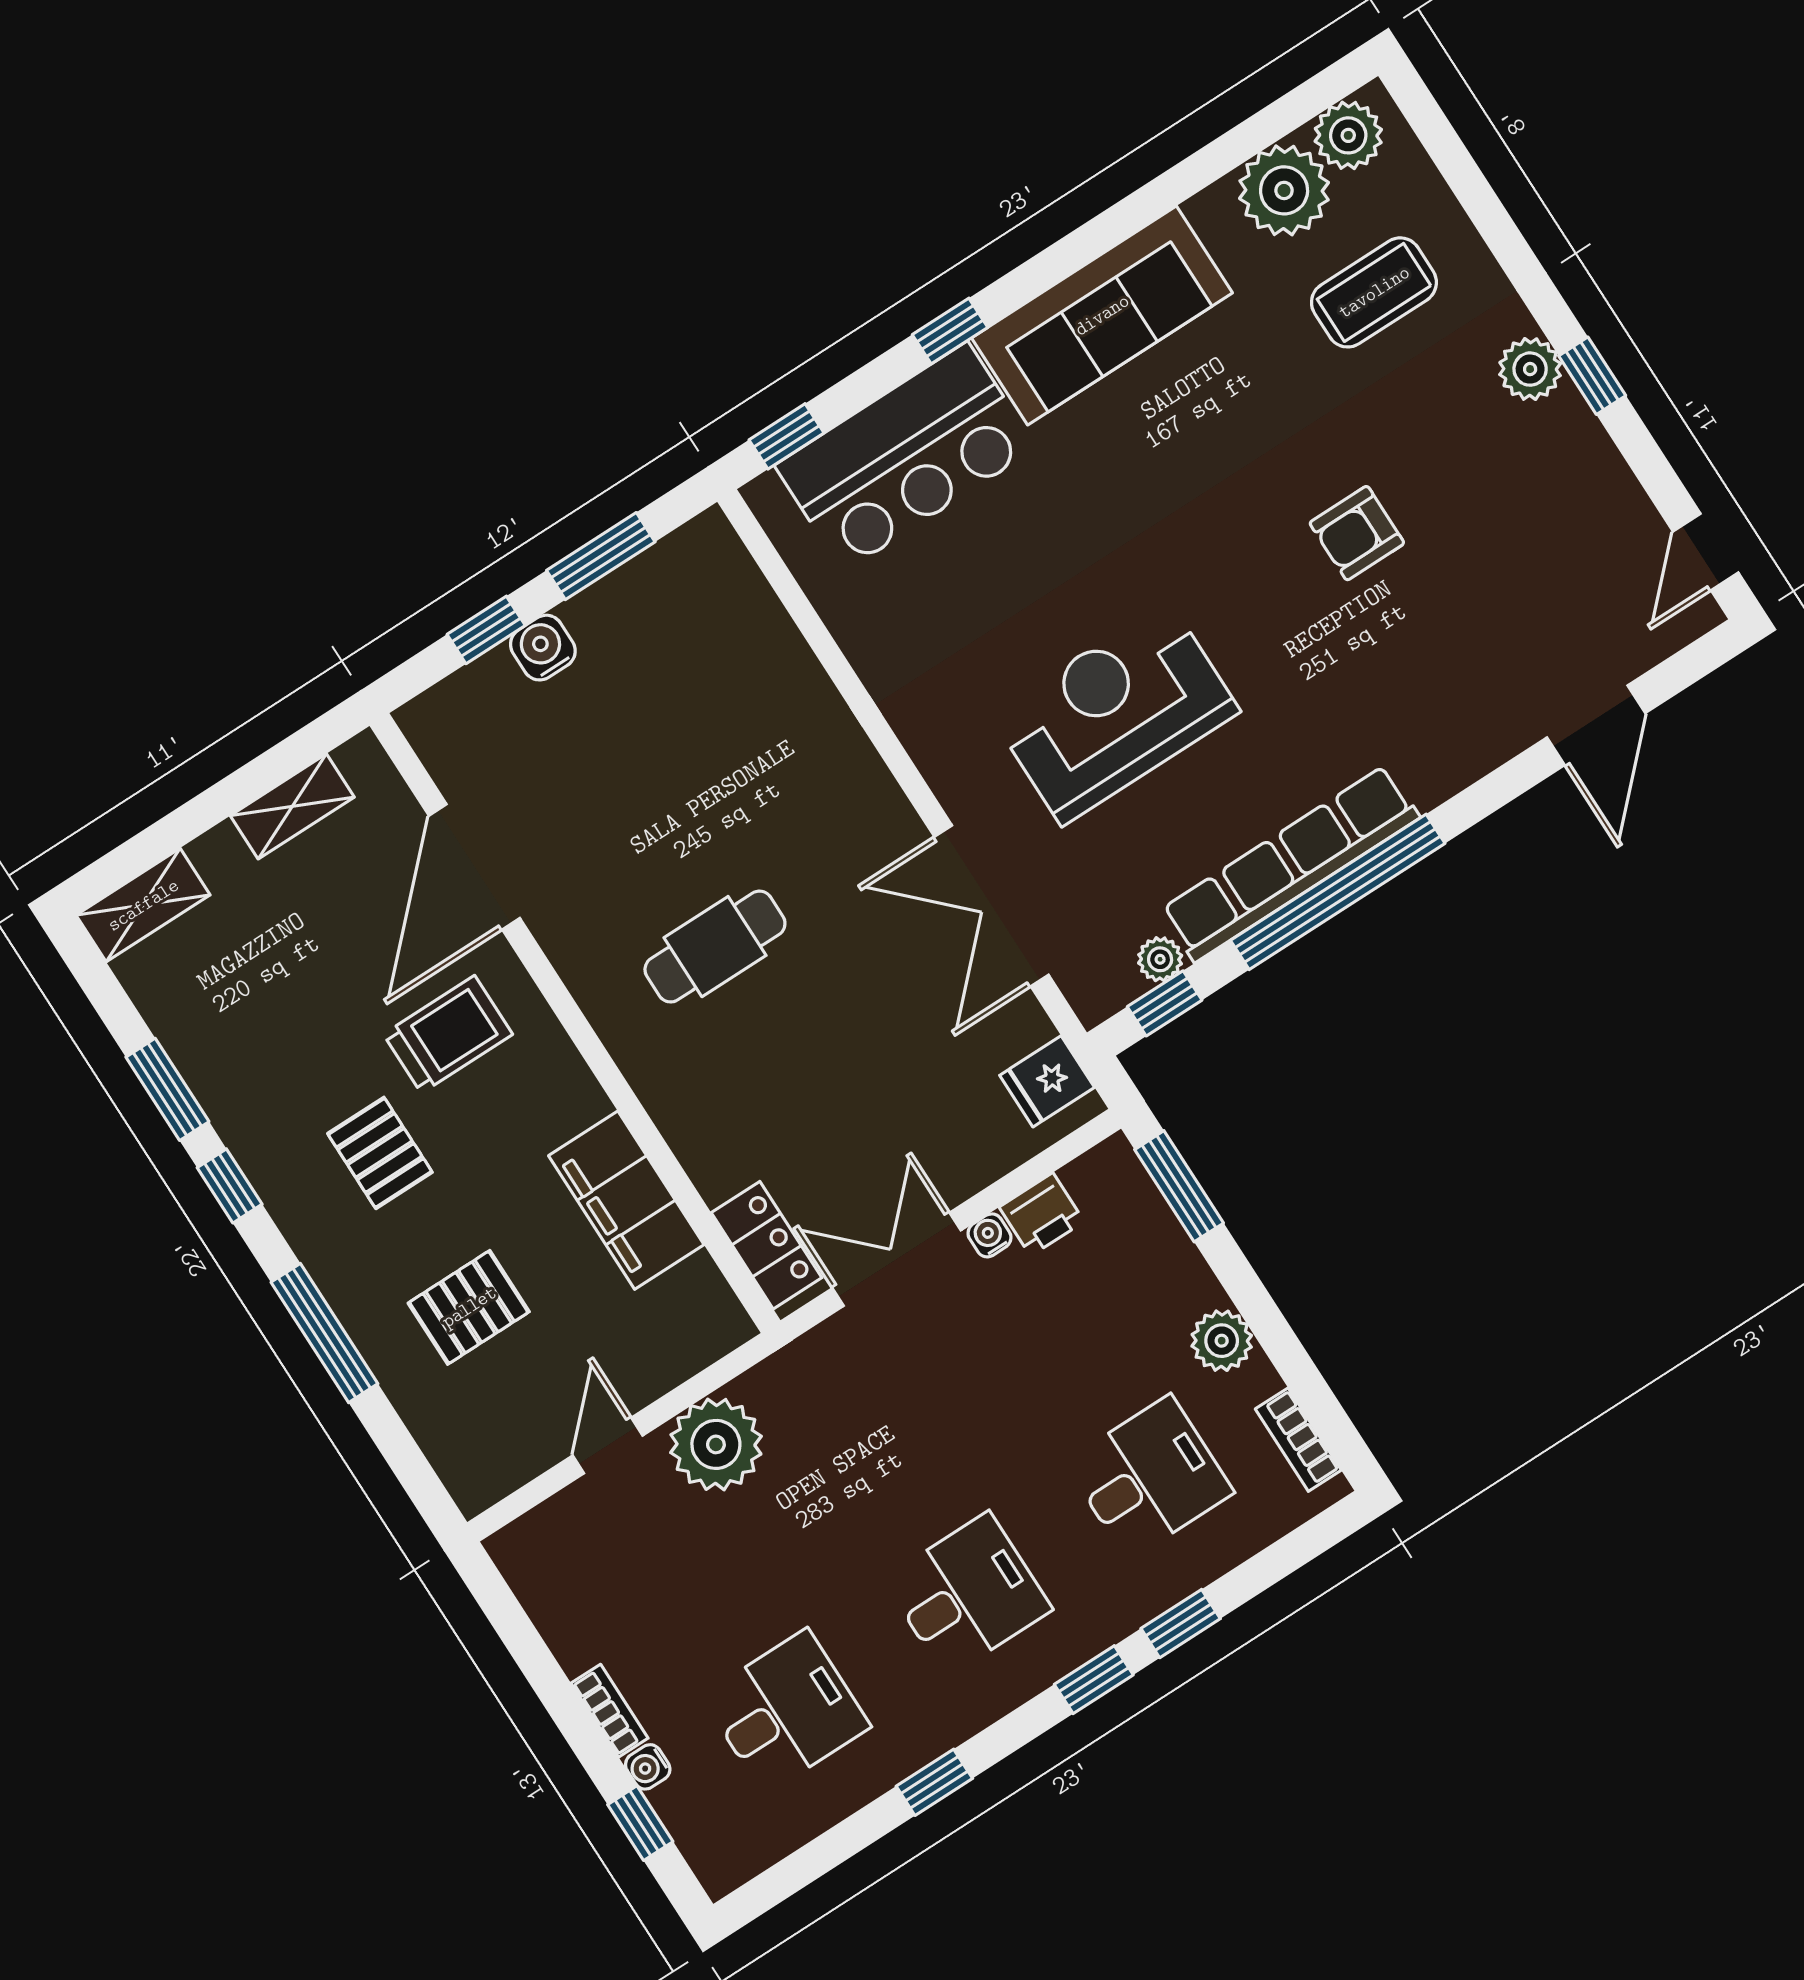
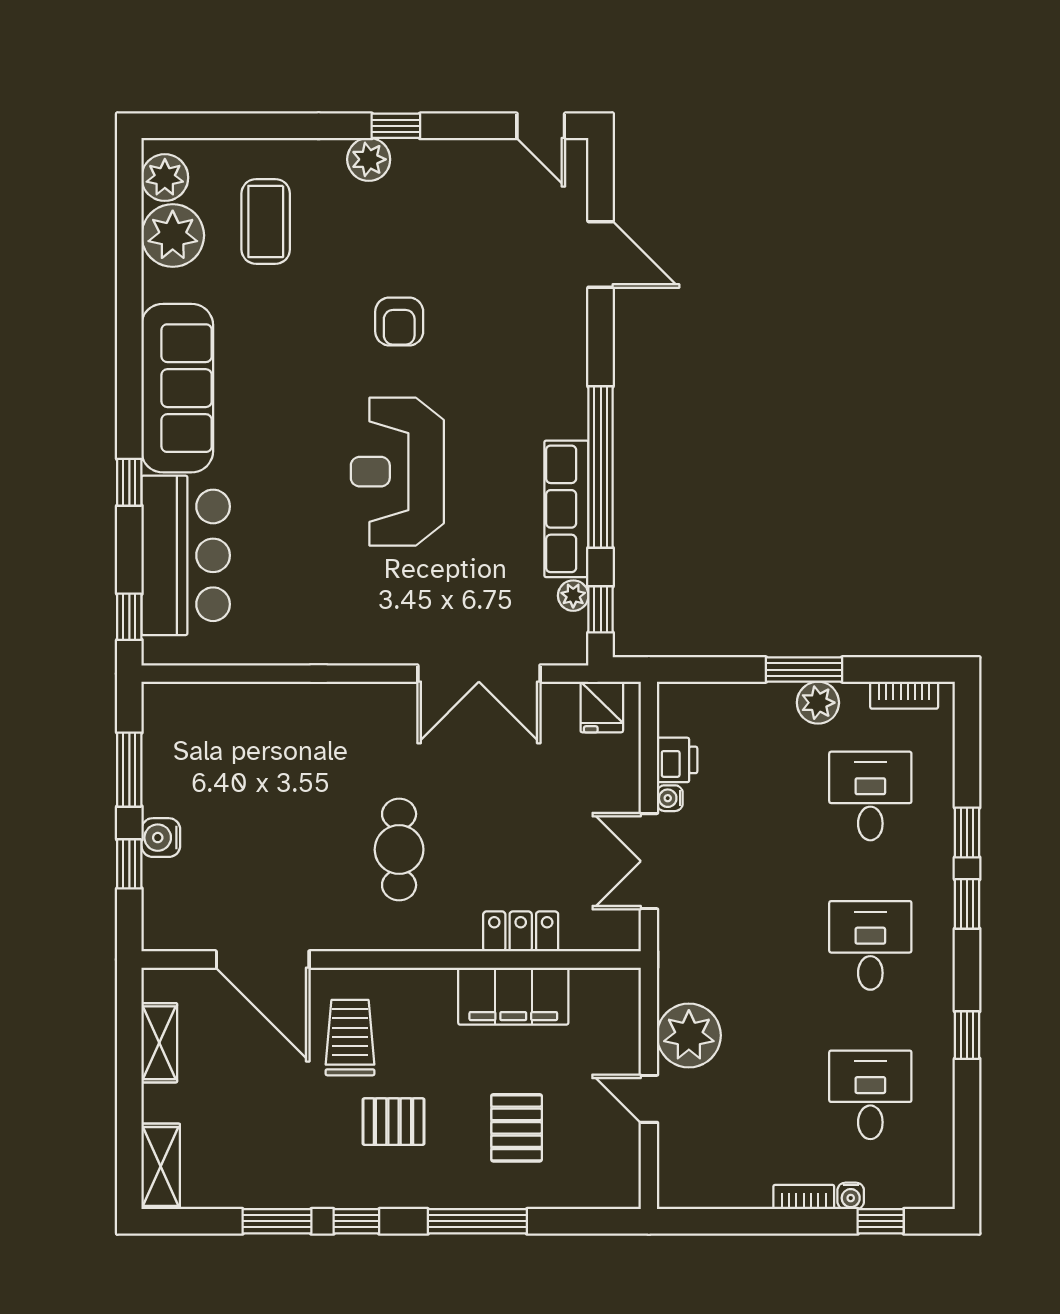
reception desk: (1115, 713) -> (397, 472), moved
row of seats: (1290, 864) -> (566, 509), width x0.73
window: (1179, 1186) -> (804, 670), moved
locker: (766, 1245) -> (521, 931), moved

